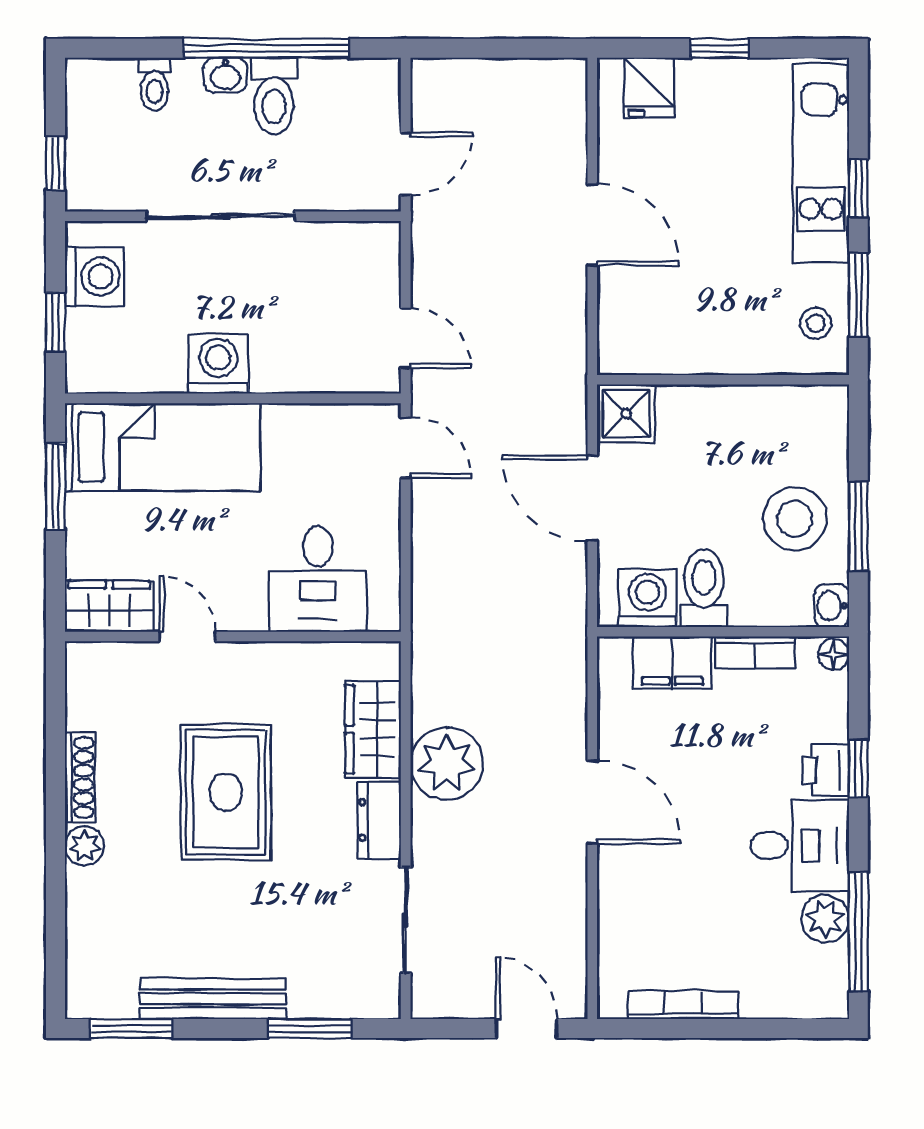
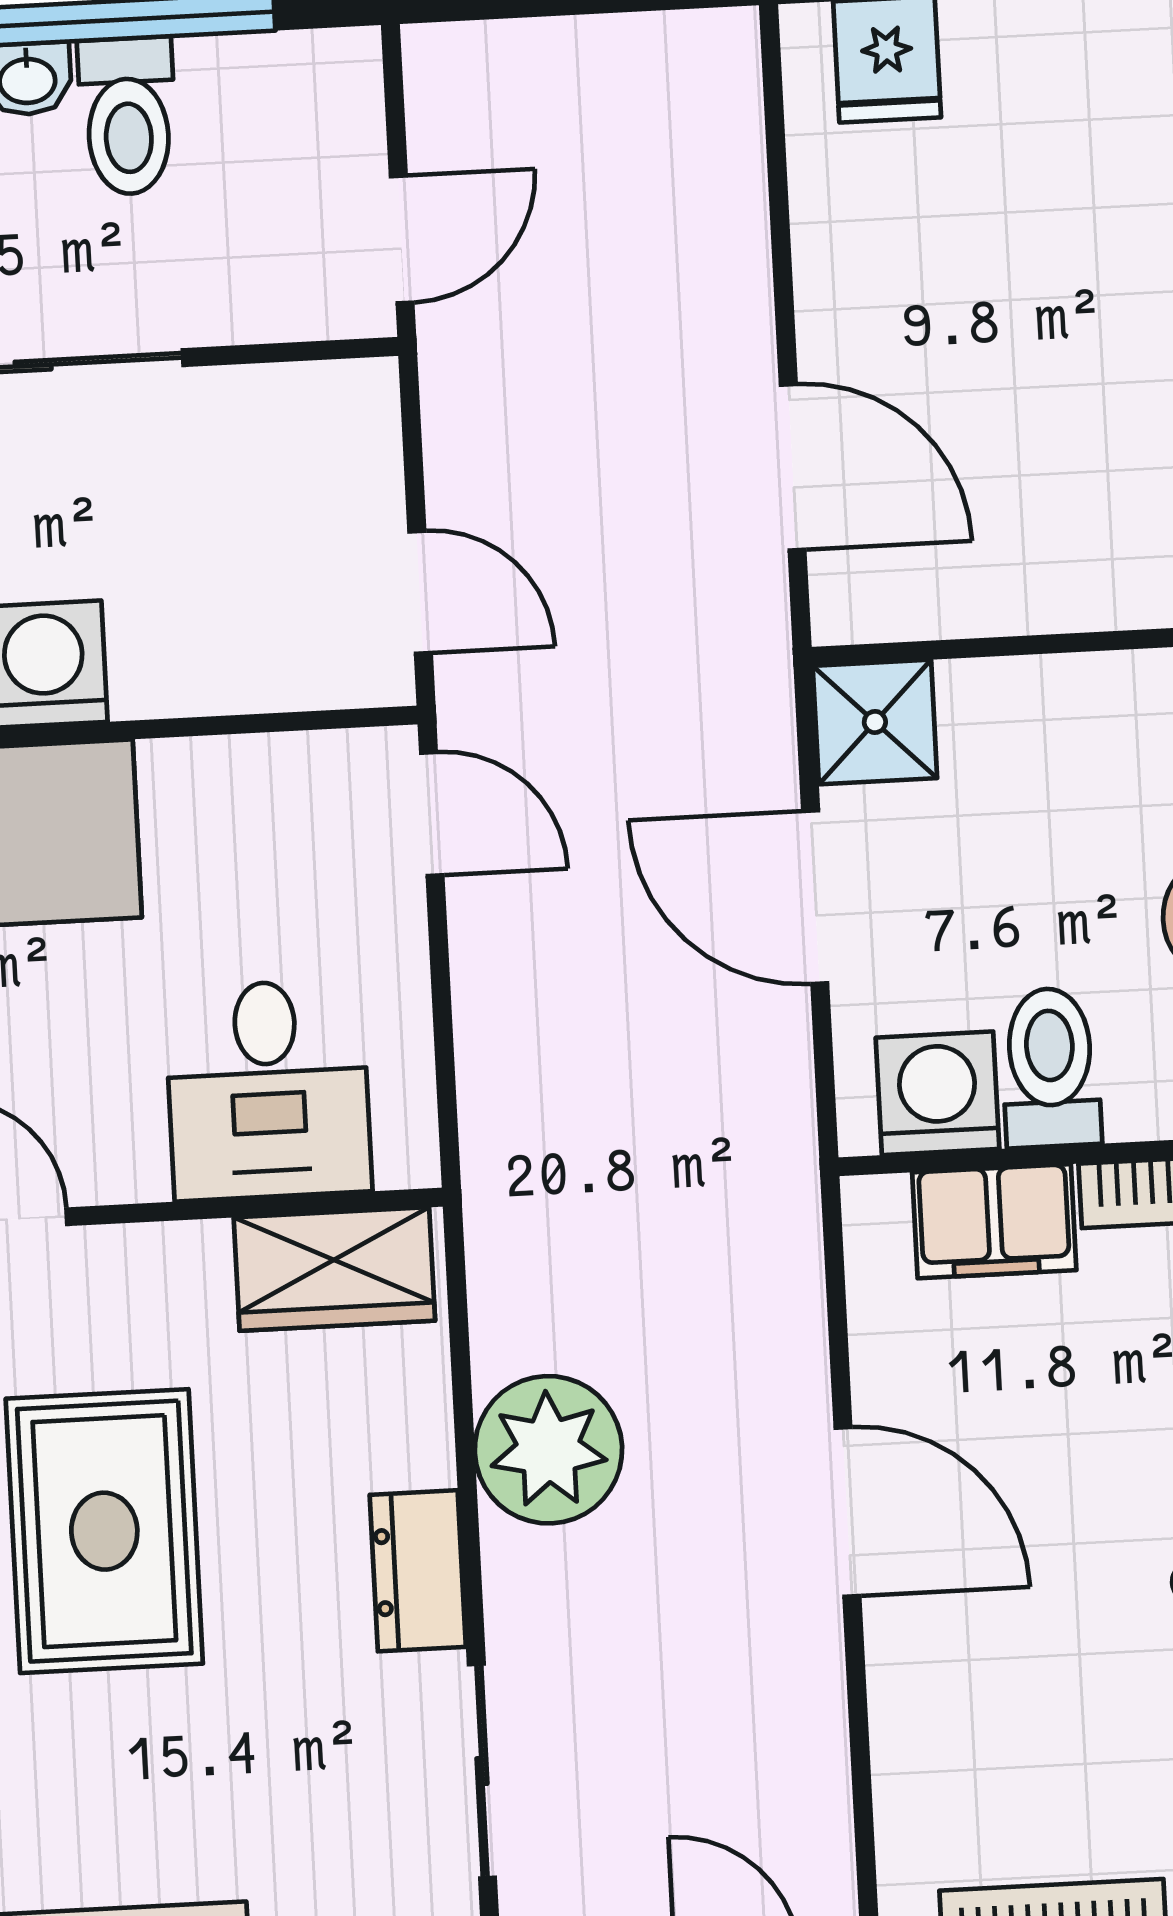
door: (592, 225) -> (793, 467), moved
wardrobe: (373, 729) -> (334, 1269), moved, turned -90

